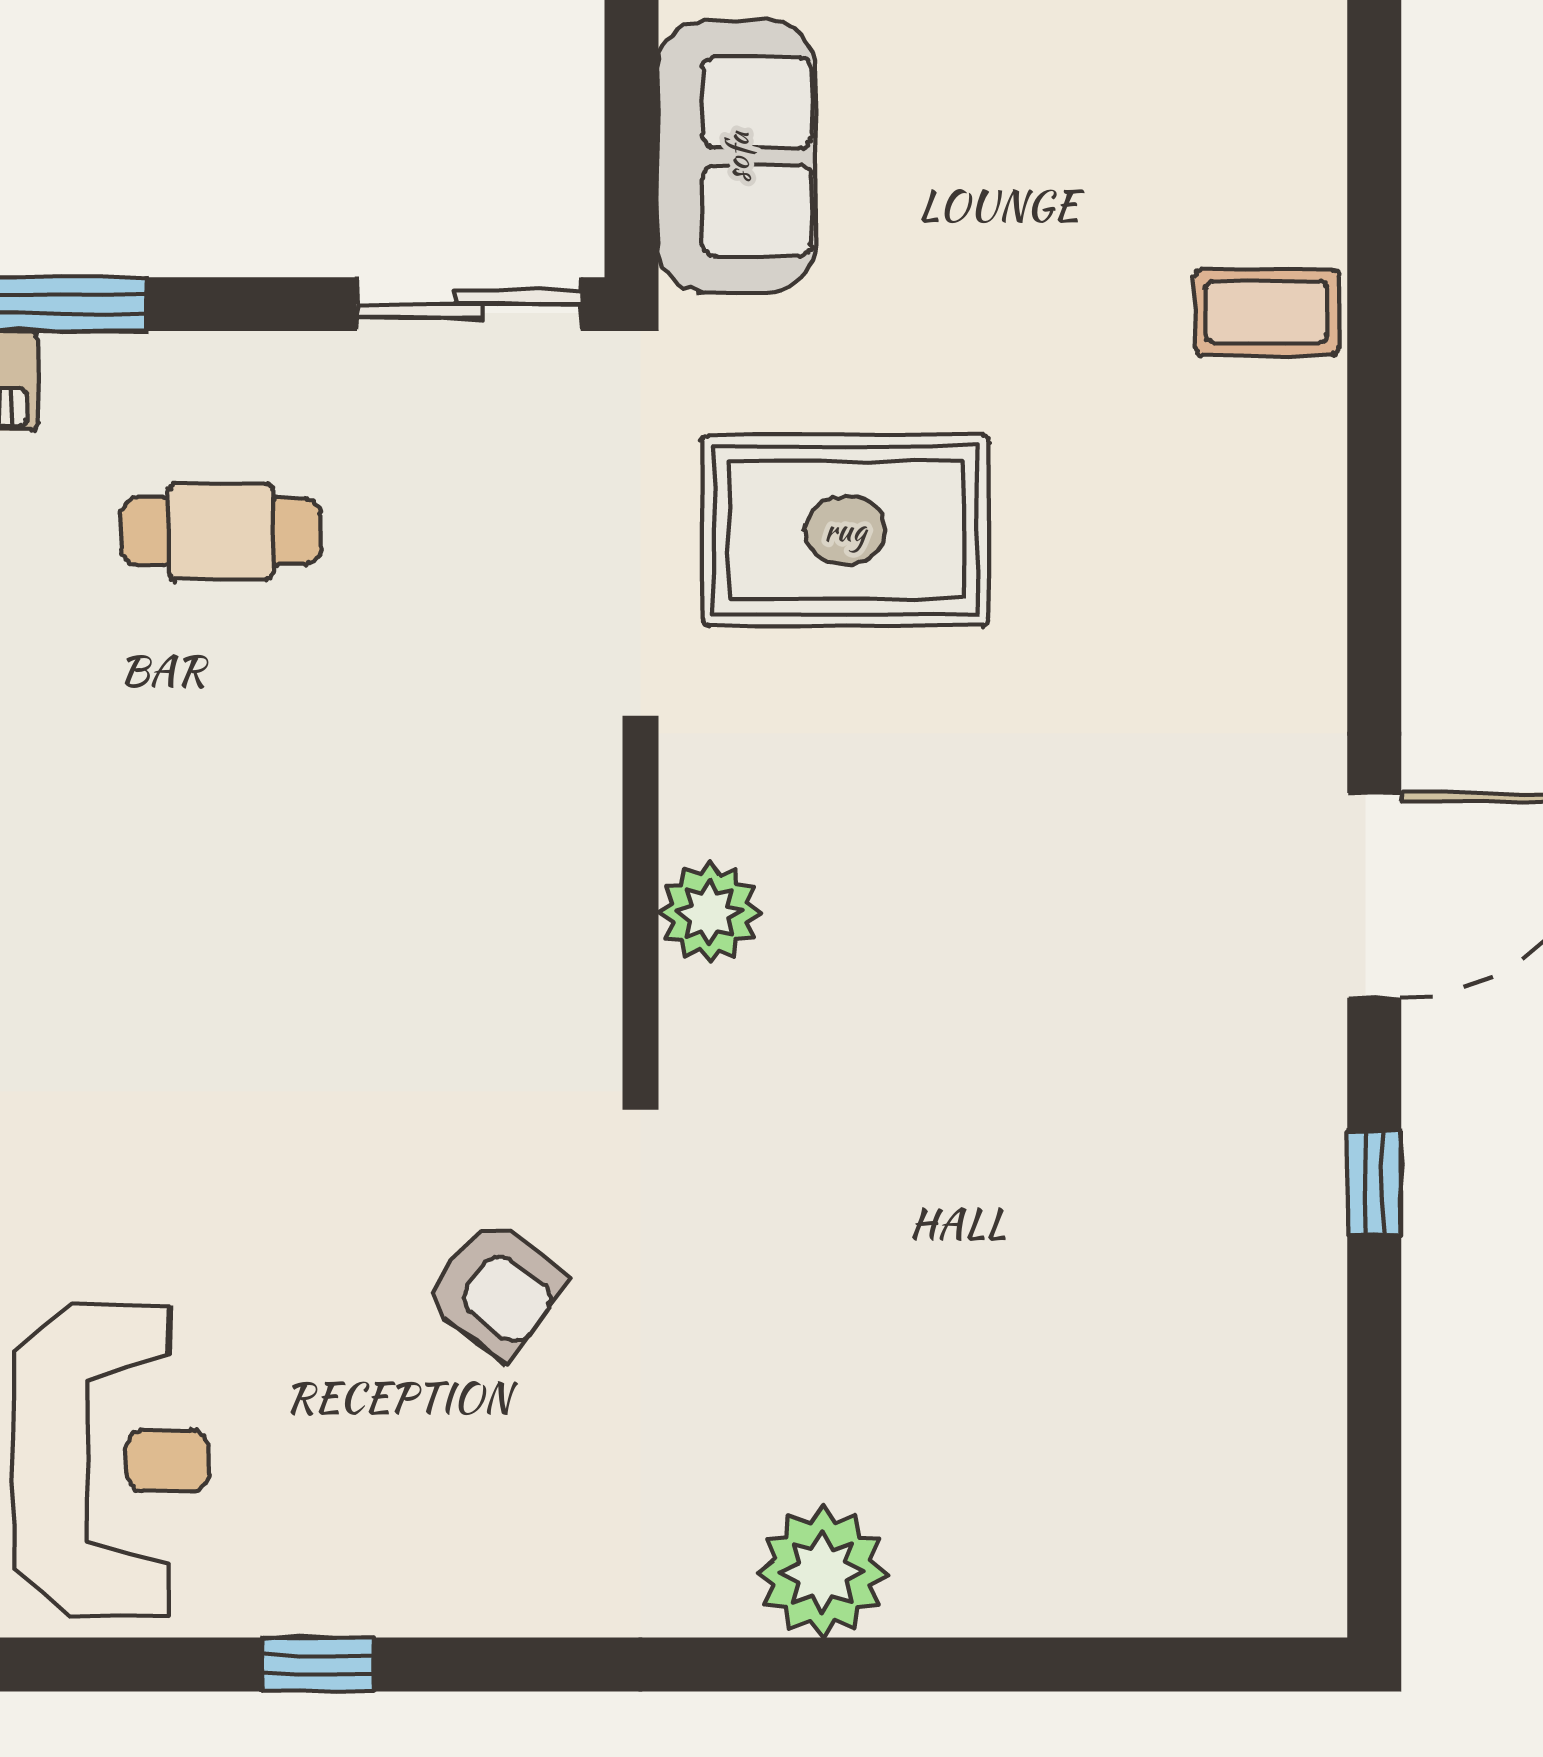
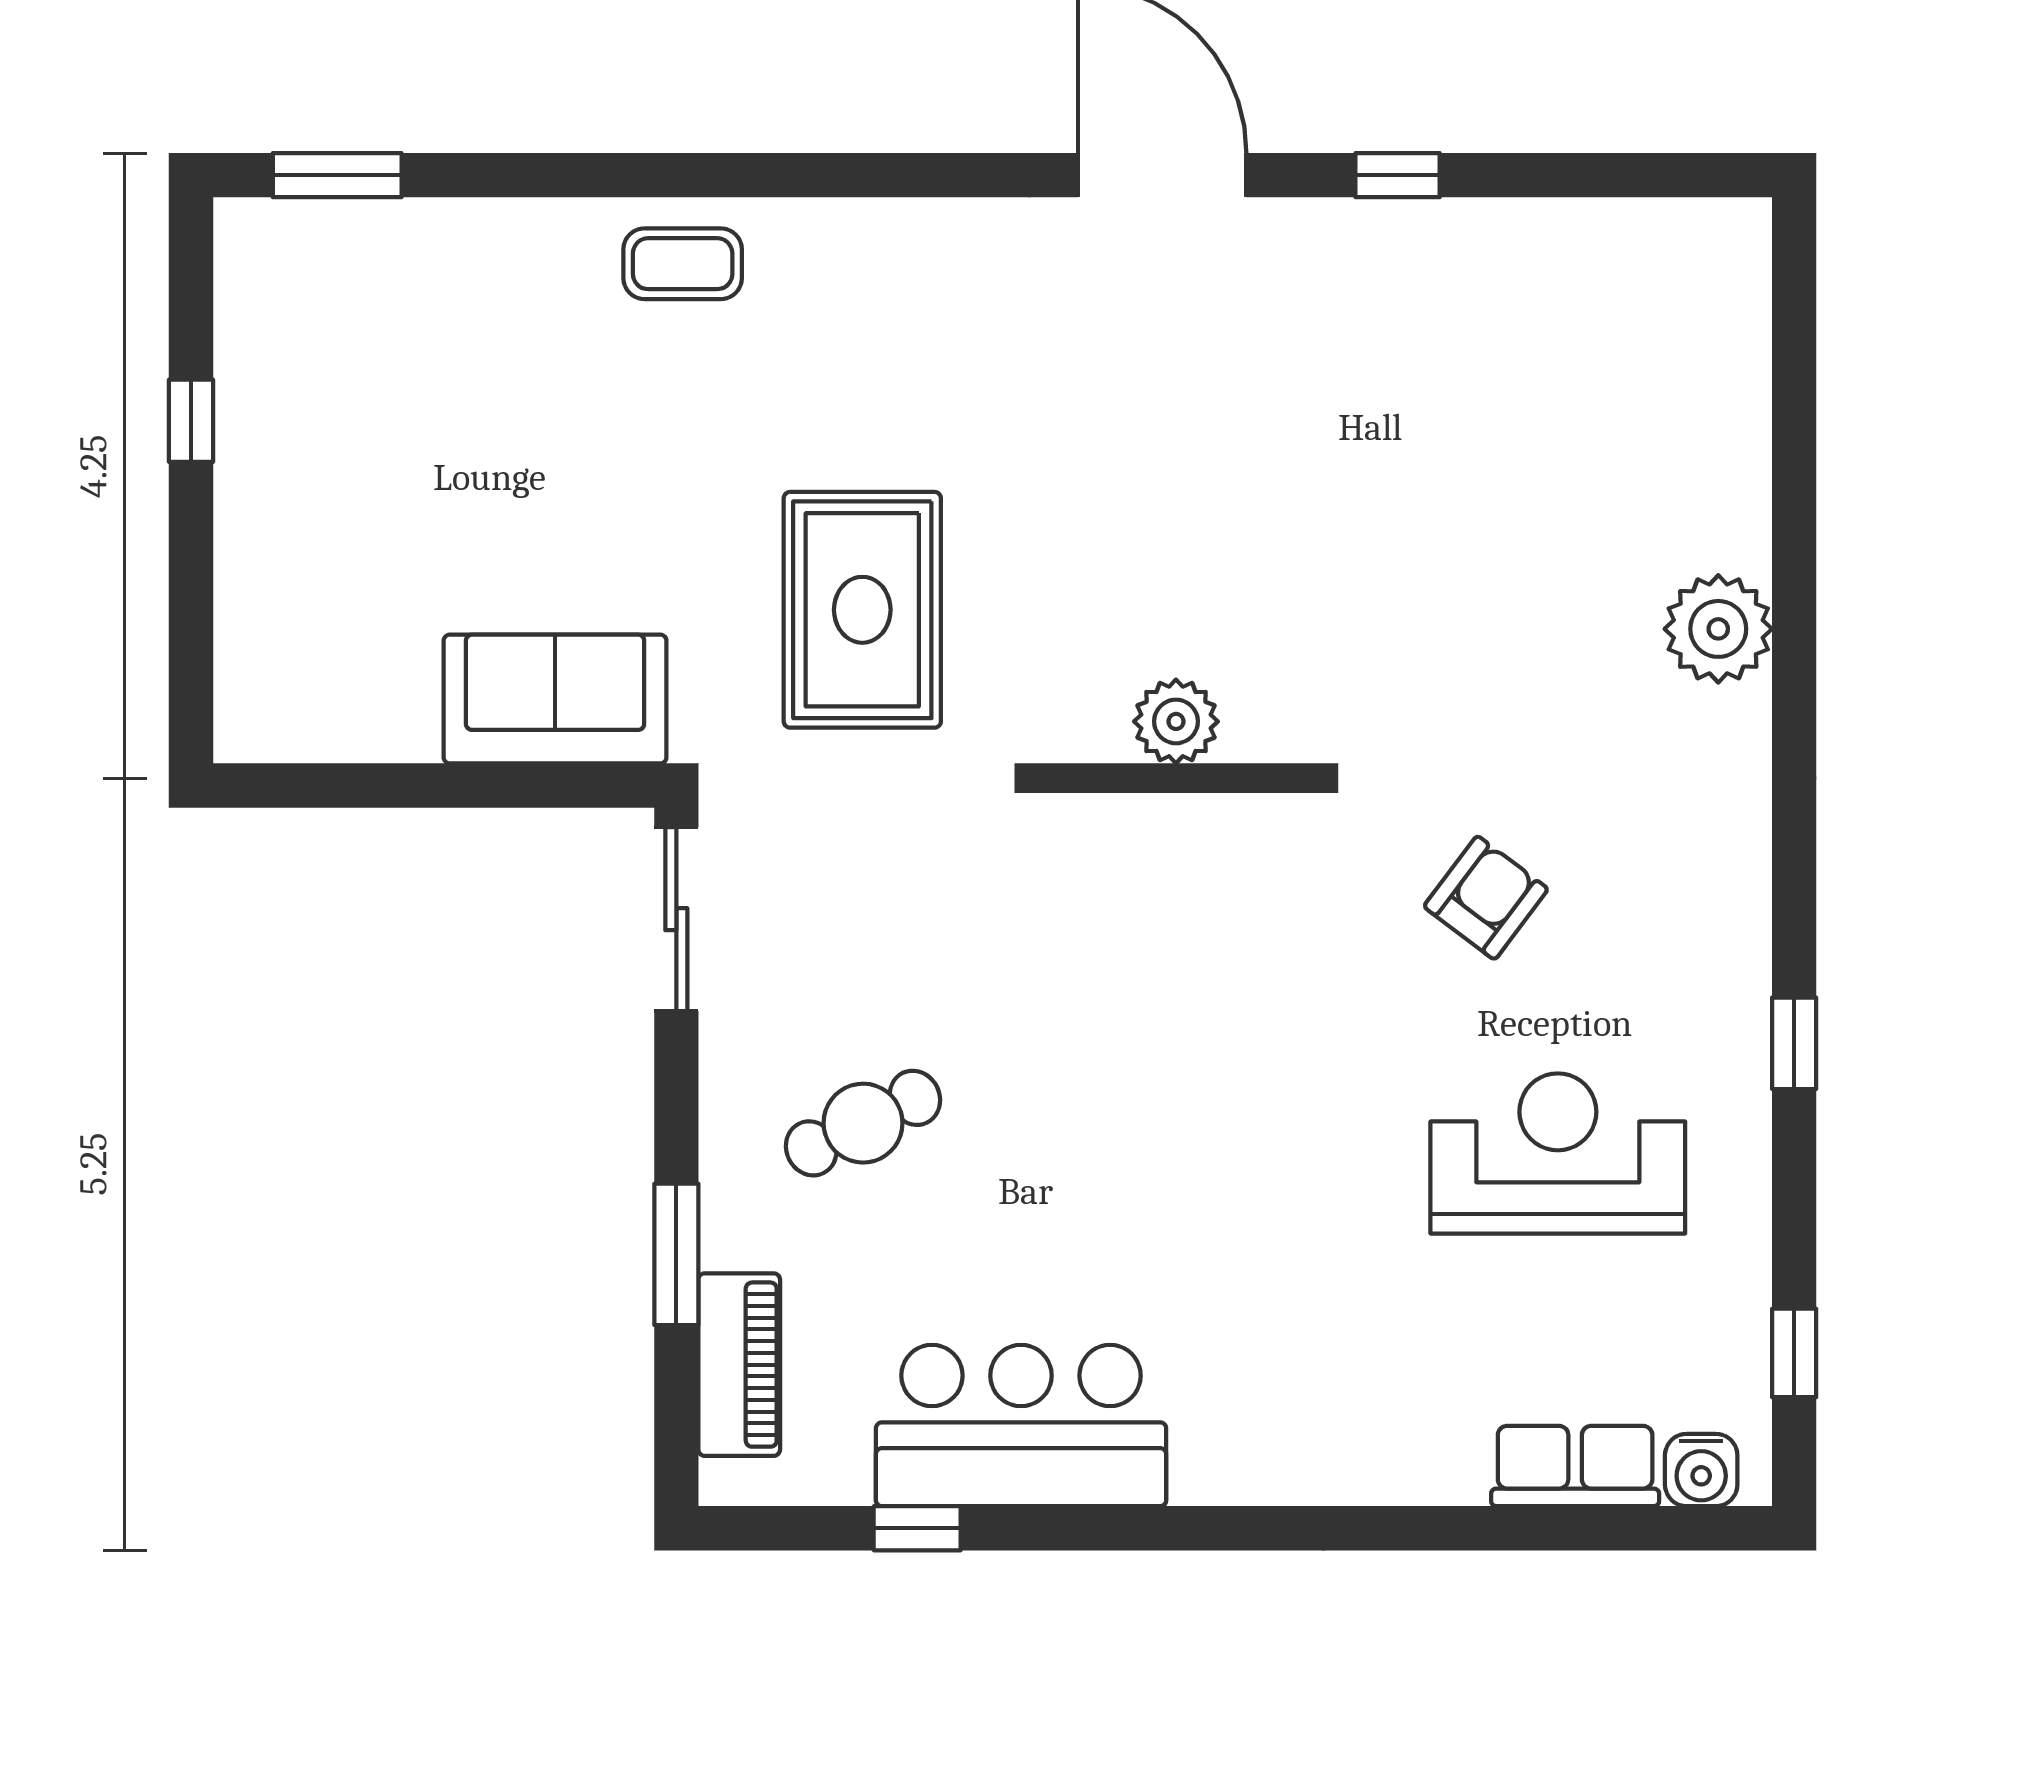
coffee table: (1267, 312) -> (683, 264), turned 90
cafe table: (221, 531) -> (863, 1123), turned 64
reception desk: (111, 1460) -> (1558, 1153), moved

